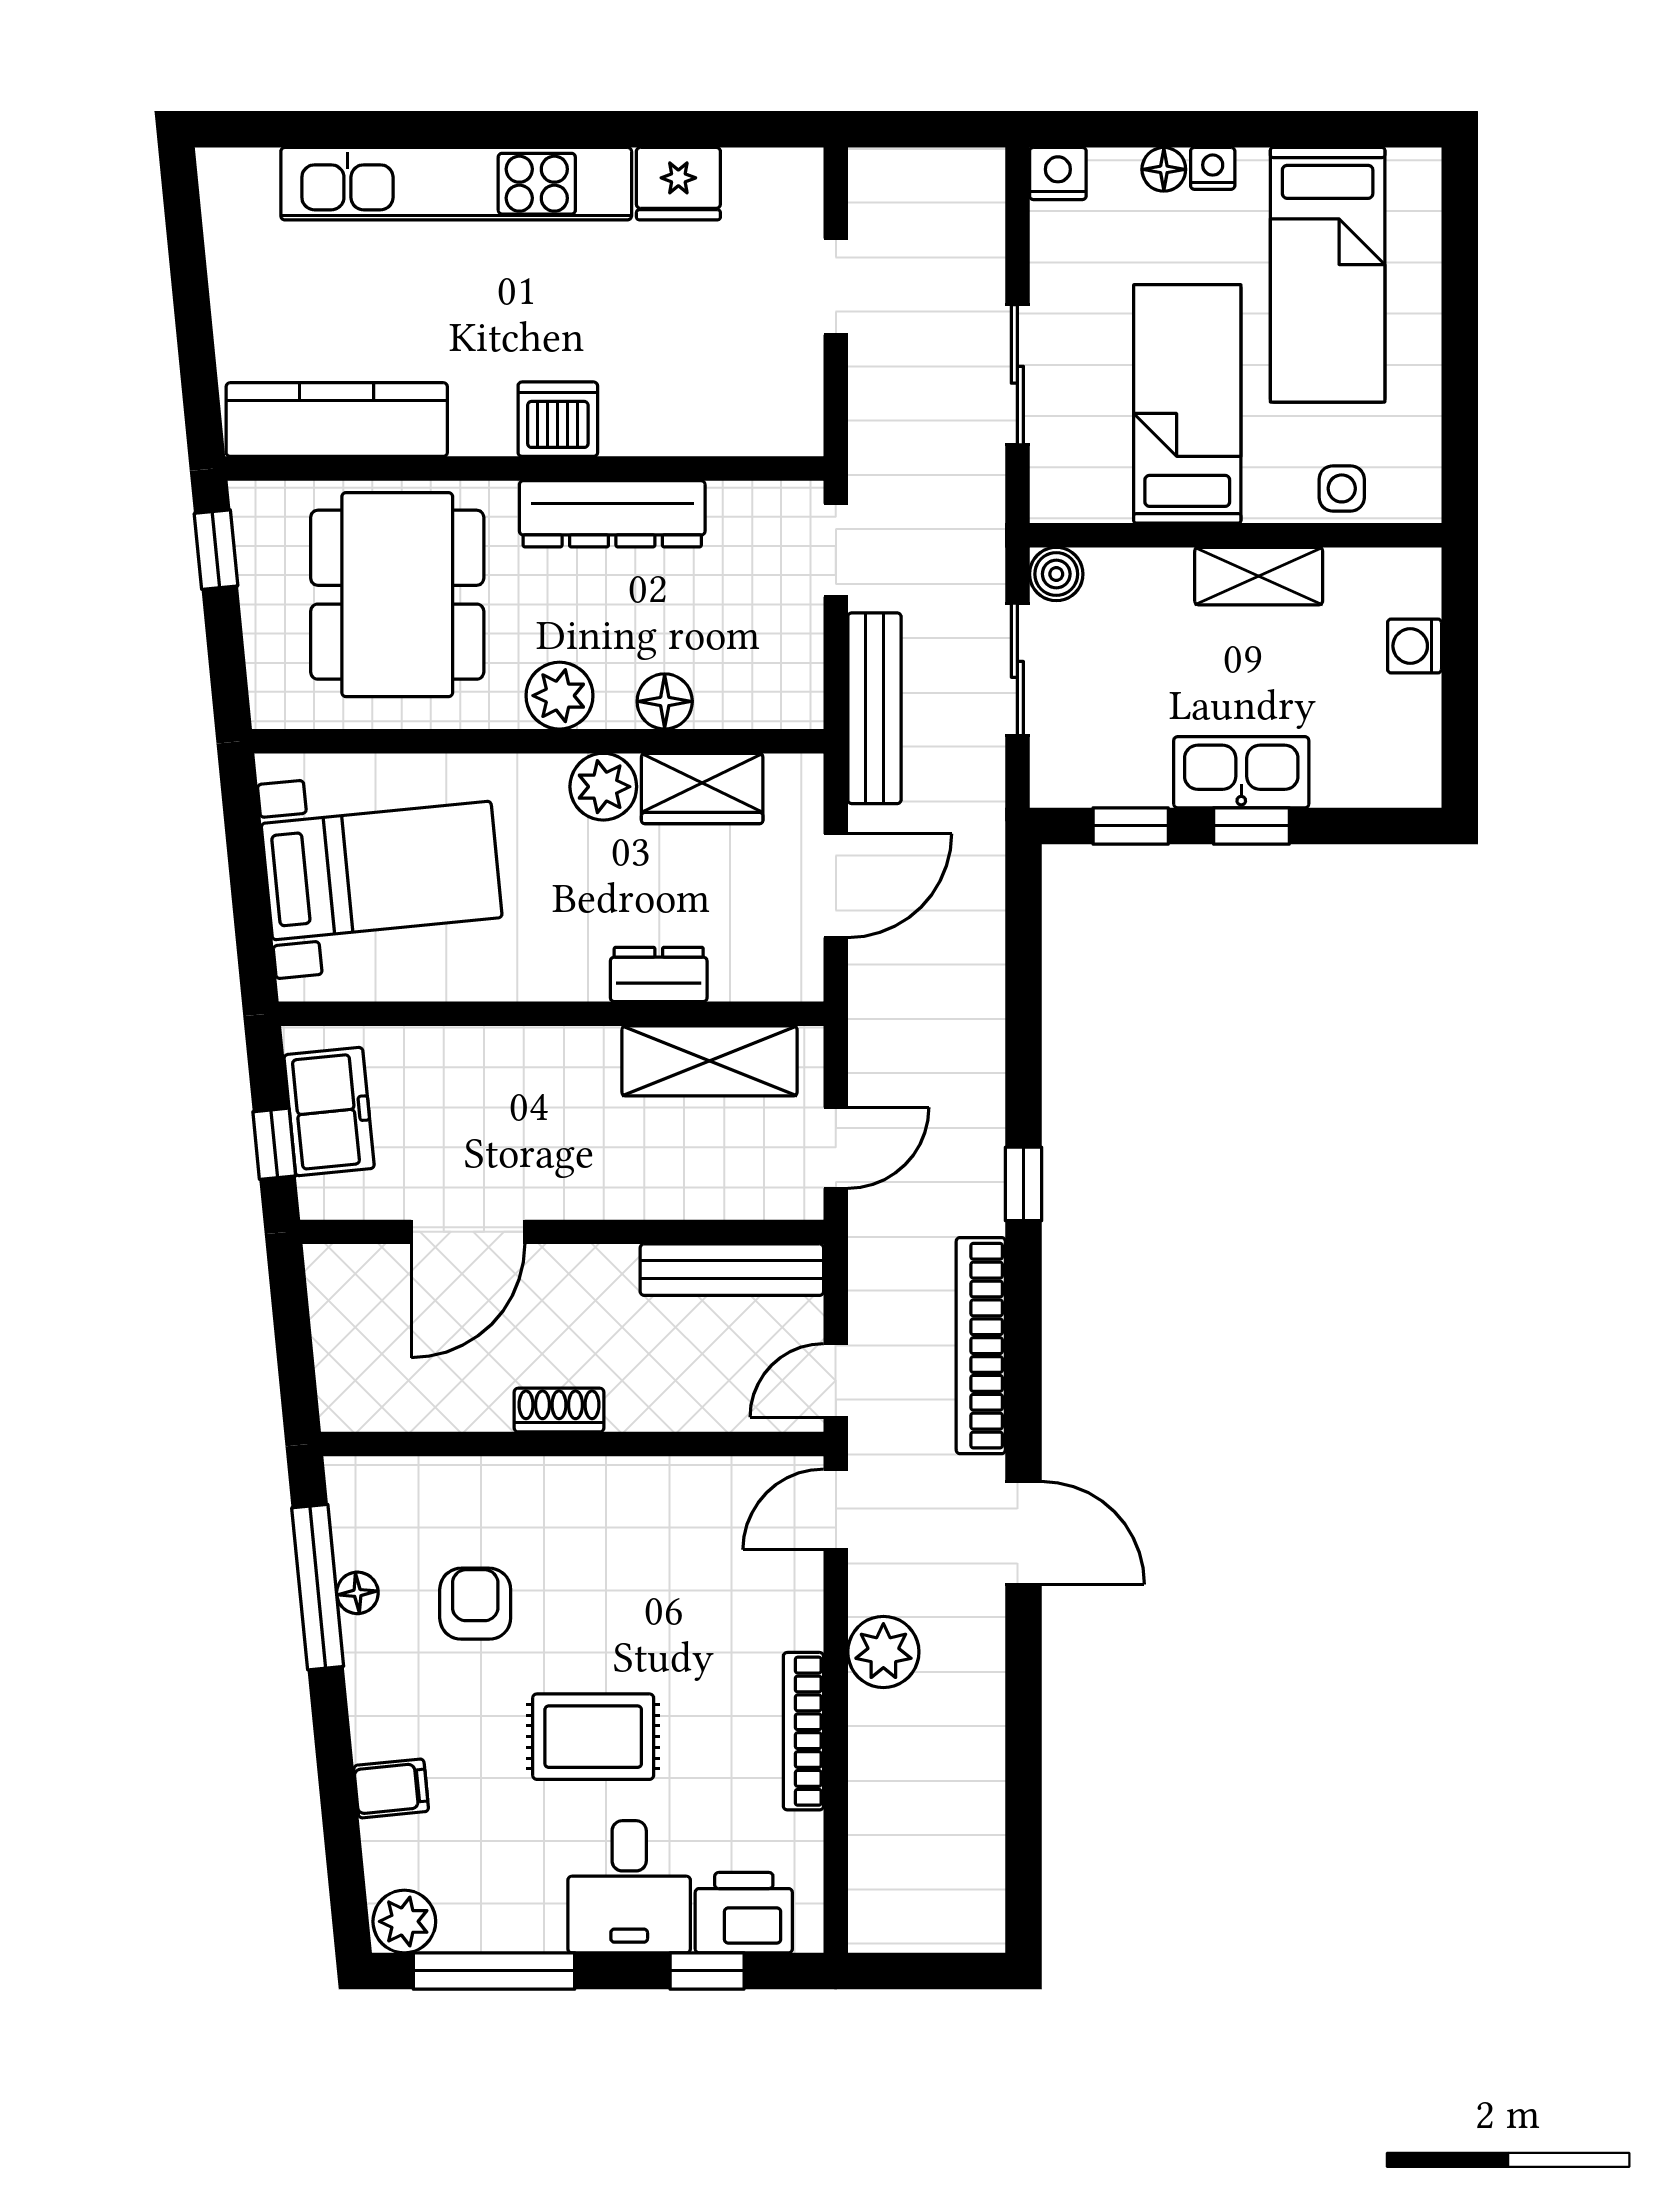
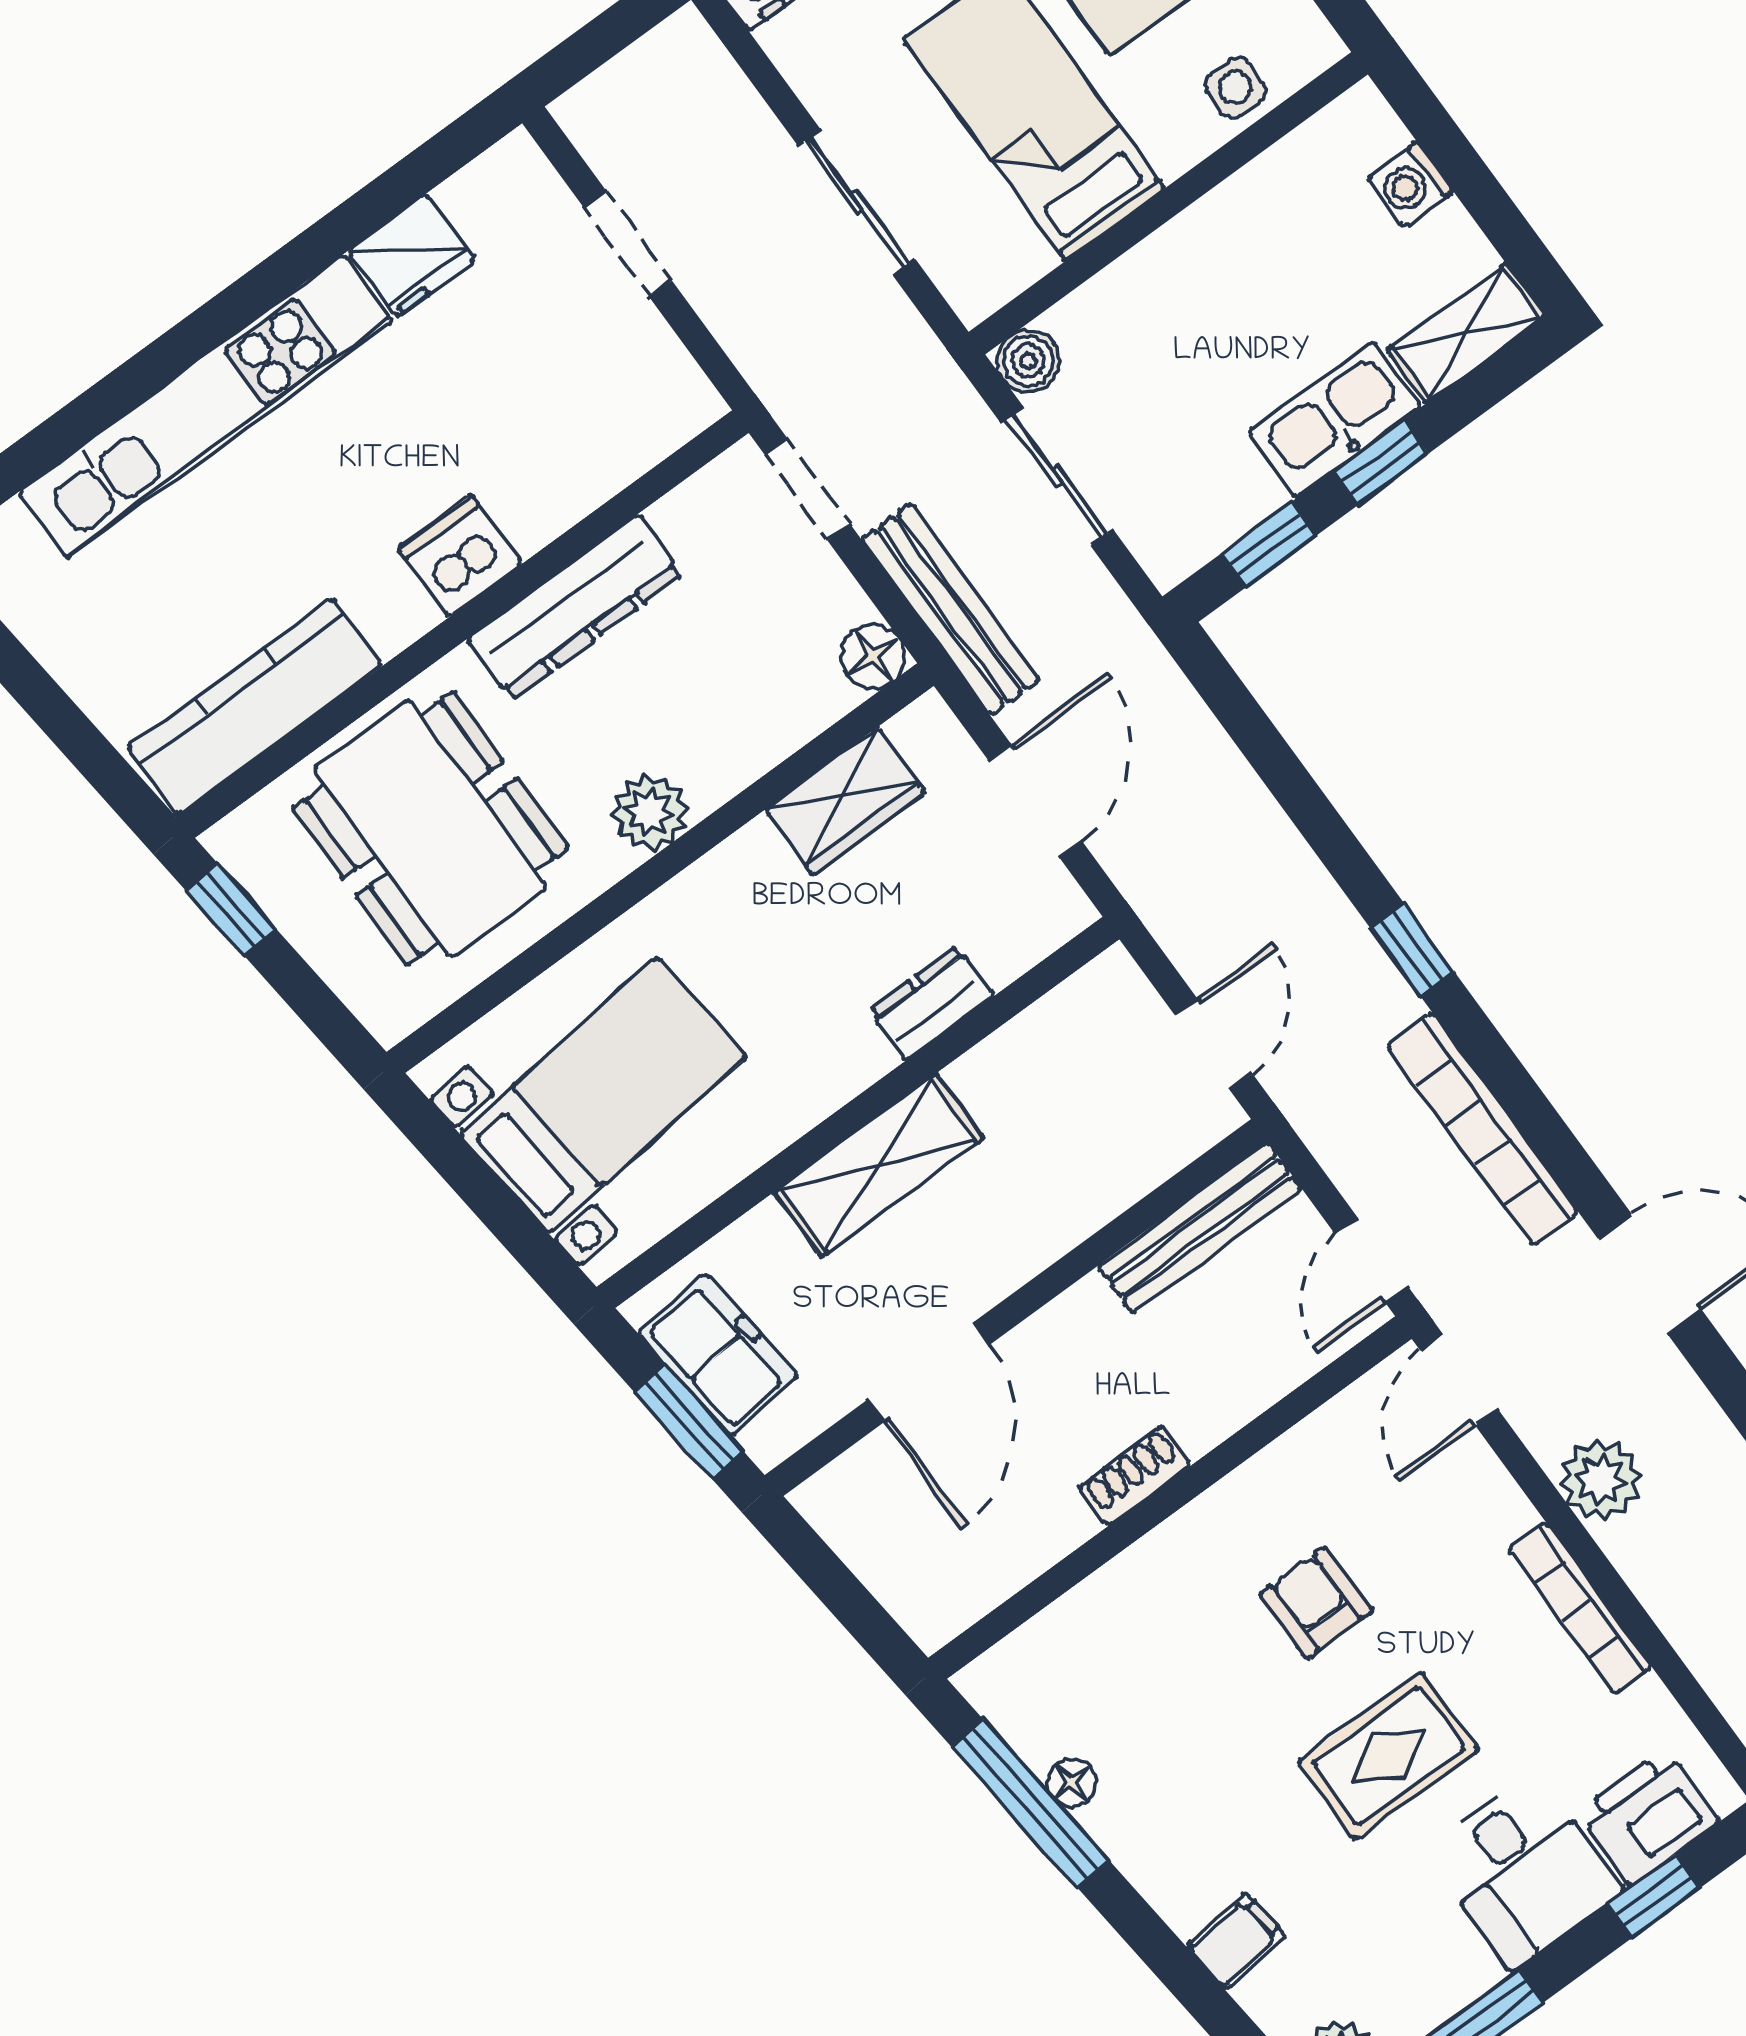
shelving: (1259, 576) -> (1466, 333), moved
floor lamp: (665, 701) -> (873, 656), moved
plant: (603, 787) -> (752, 867), removed
shelving: (710, 1061) -> (878, 1165), moved
window: (274, 1144) -> (689, 1422), width x1.50
armchair: (475, 1604) -> (1316, 1603), moved

